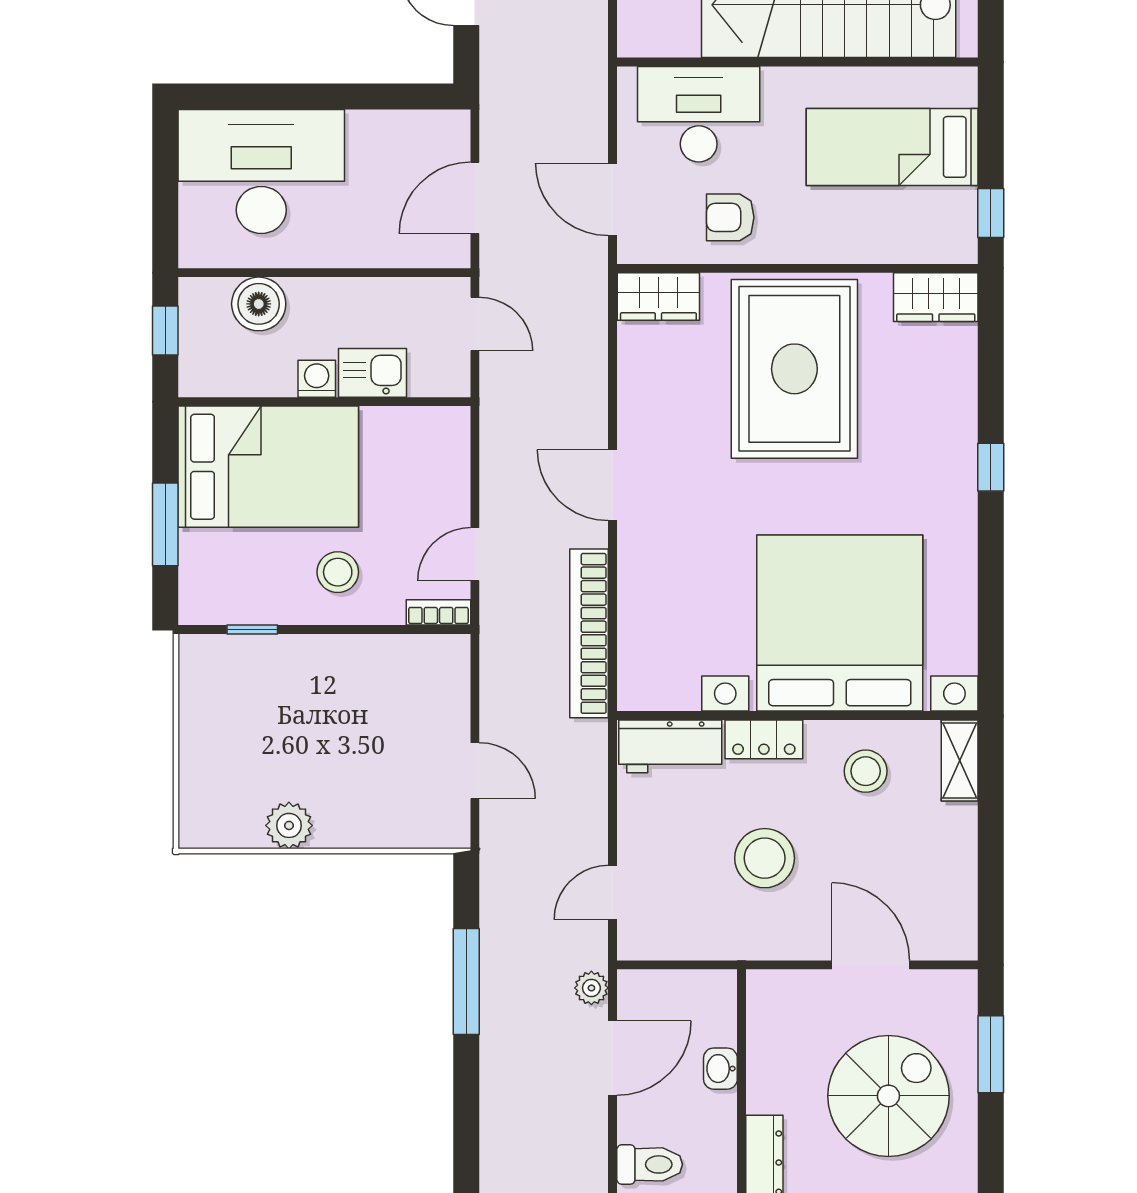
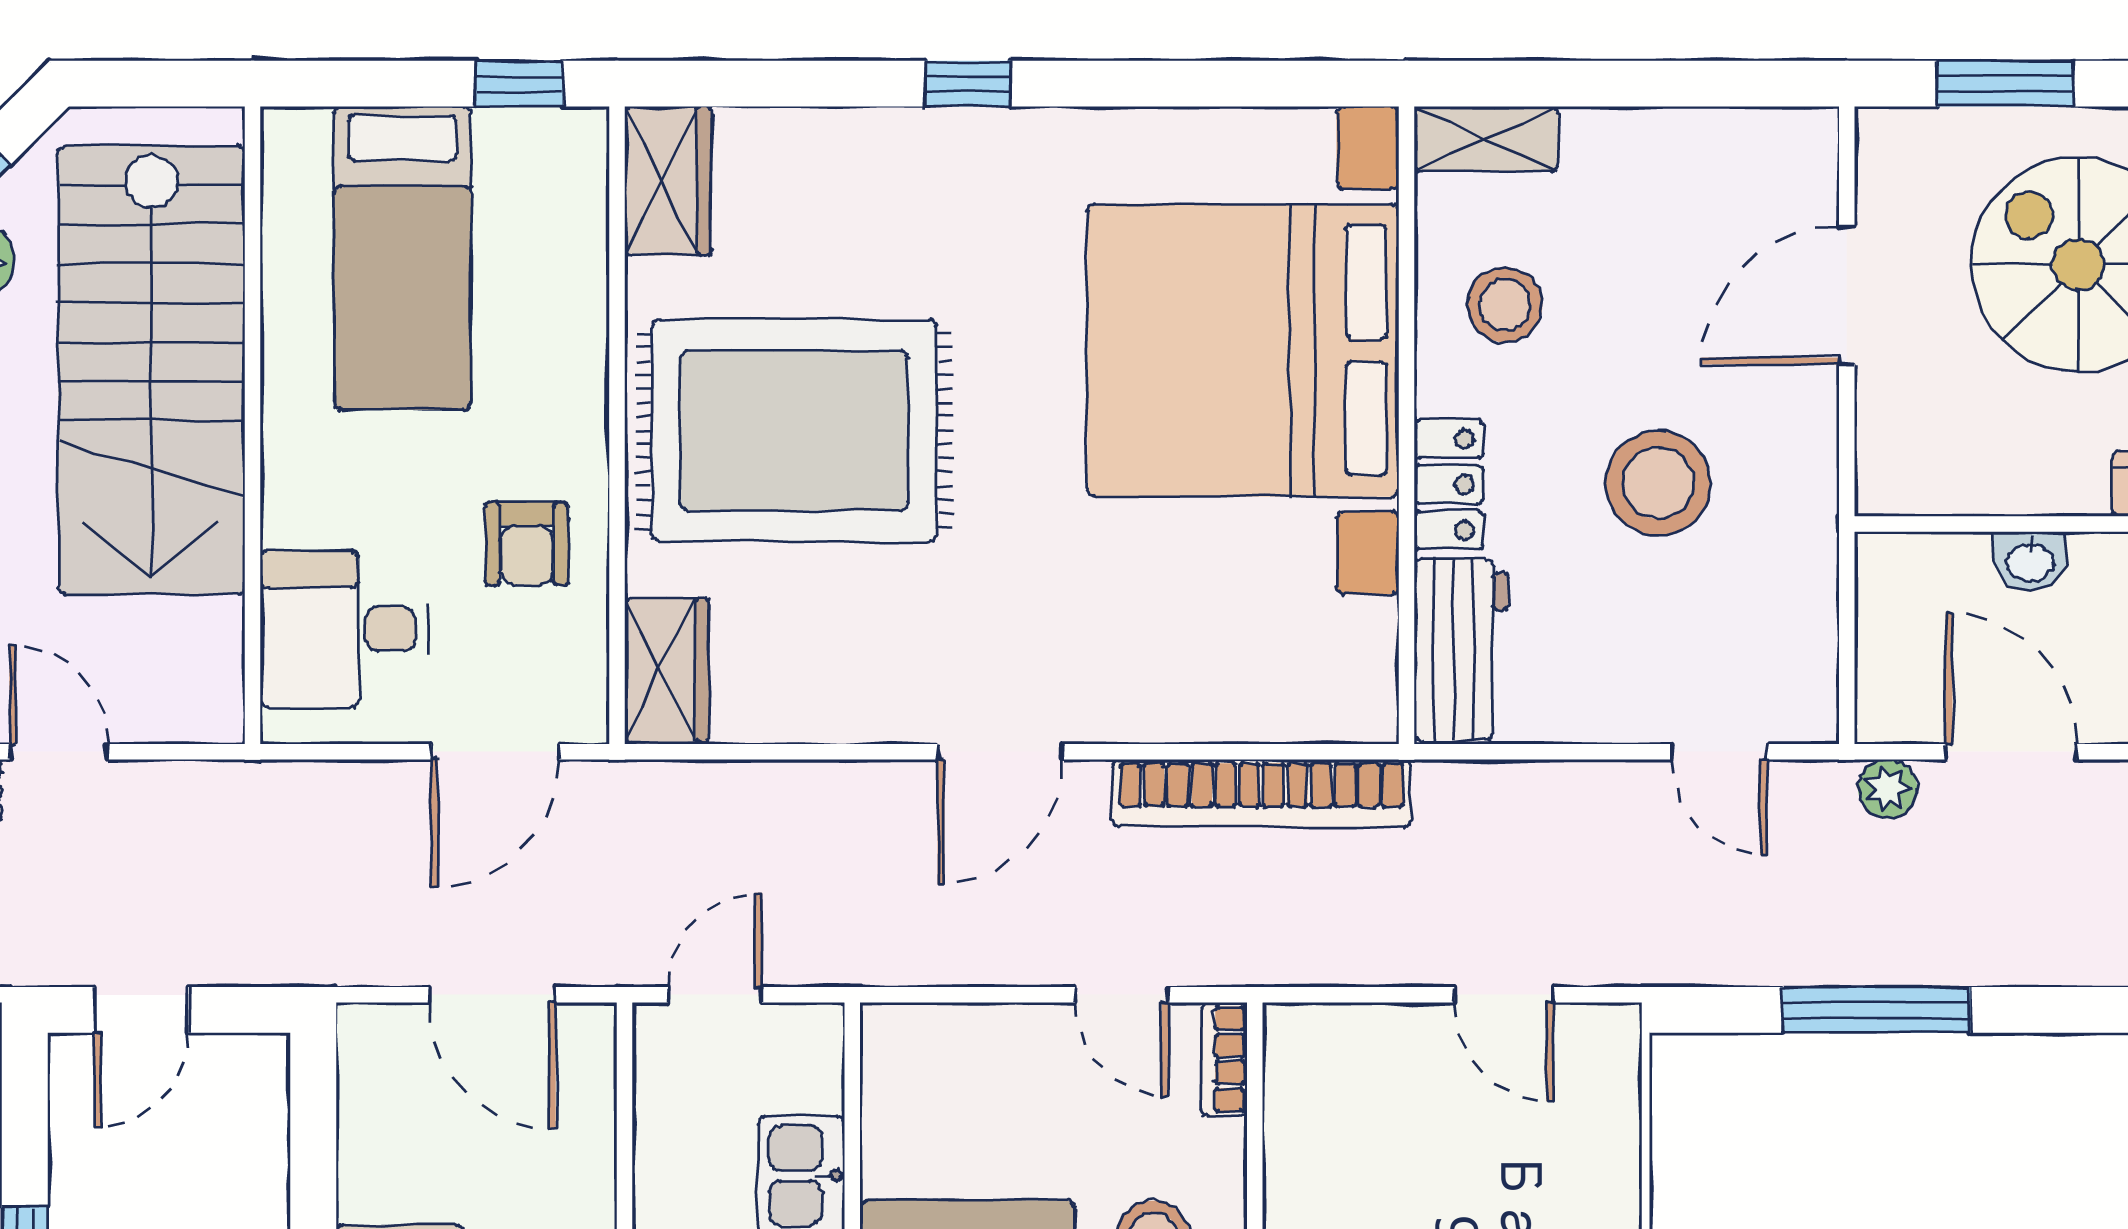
desk: (699, 114) -> (345, 629), width x0.73
door: (475, 771) -> (1504, 995), swing flipped

